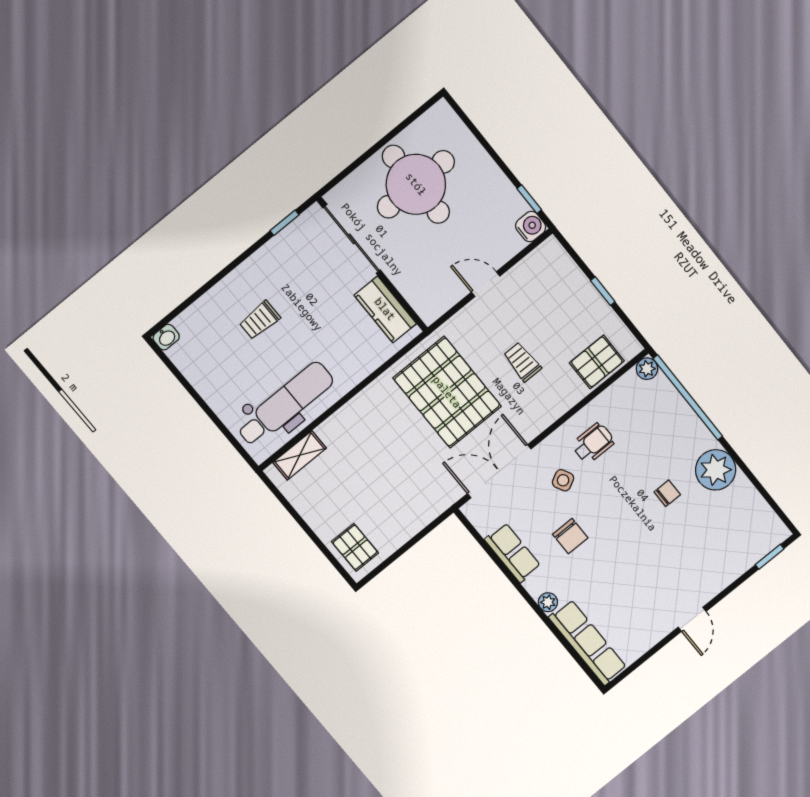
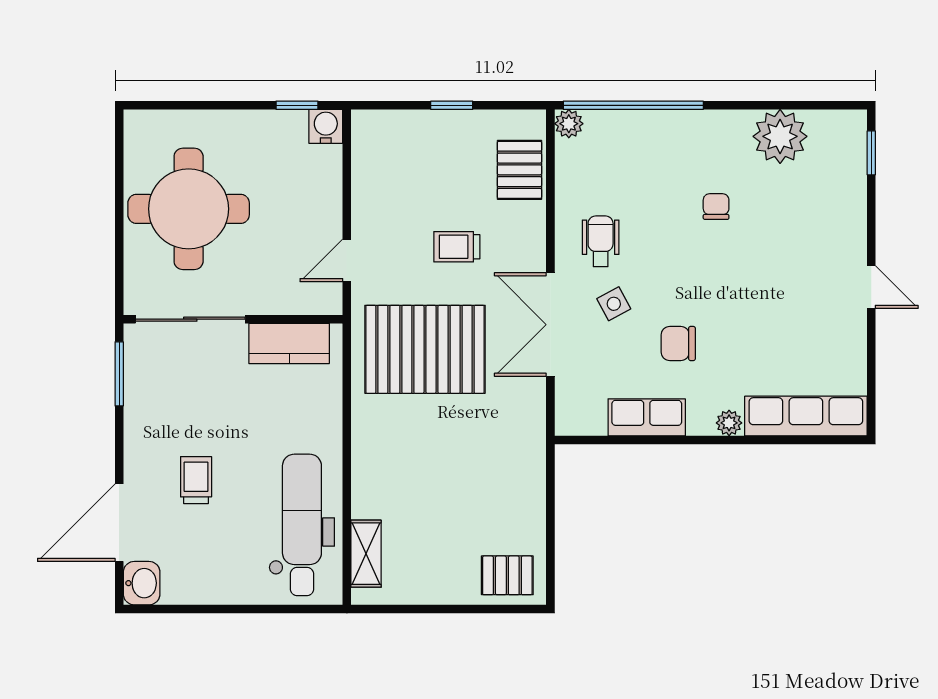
window: (284, 223) -> (119, 374), width x1.50
door: (486, 284) -> (347, 260), moved
door: (197, 295) -> (119, 523), added
trolley: (260, 320) -> (196, 480), turned 180
washbasin: (166, 337) -> (142, 583), width x1.38, depth x1.45
plant: (716, 470) -> (780, 136), moved
double door: (499, 471) -> (550, 325), moved
chair: (570, 536) -> (678, 343), turned 180

